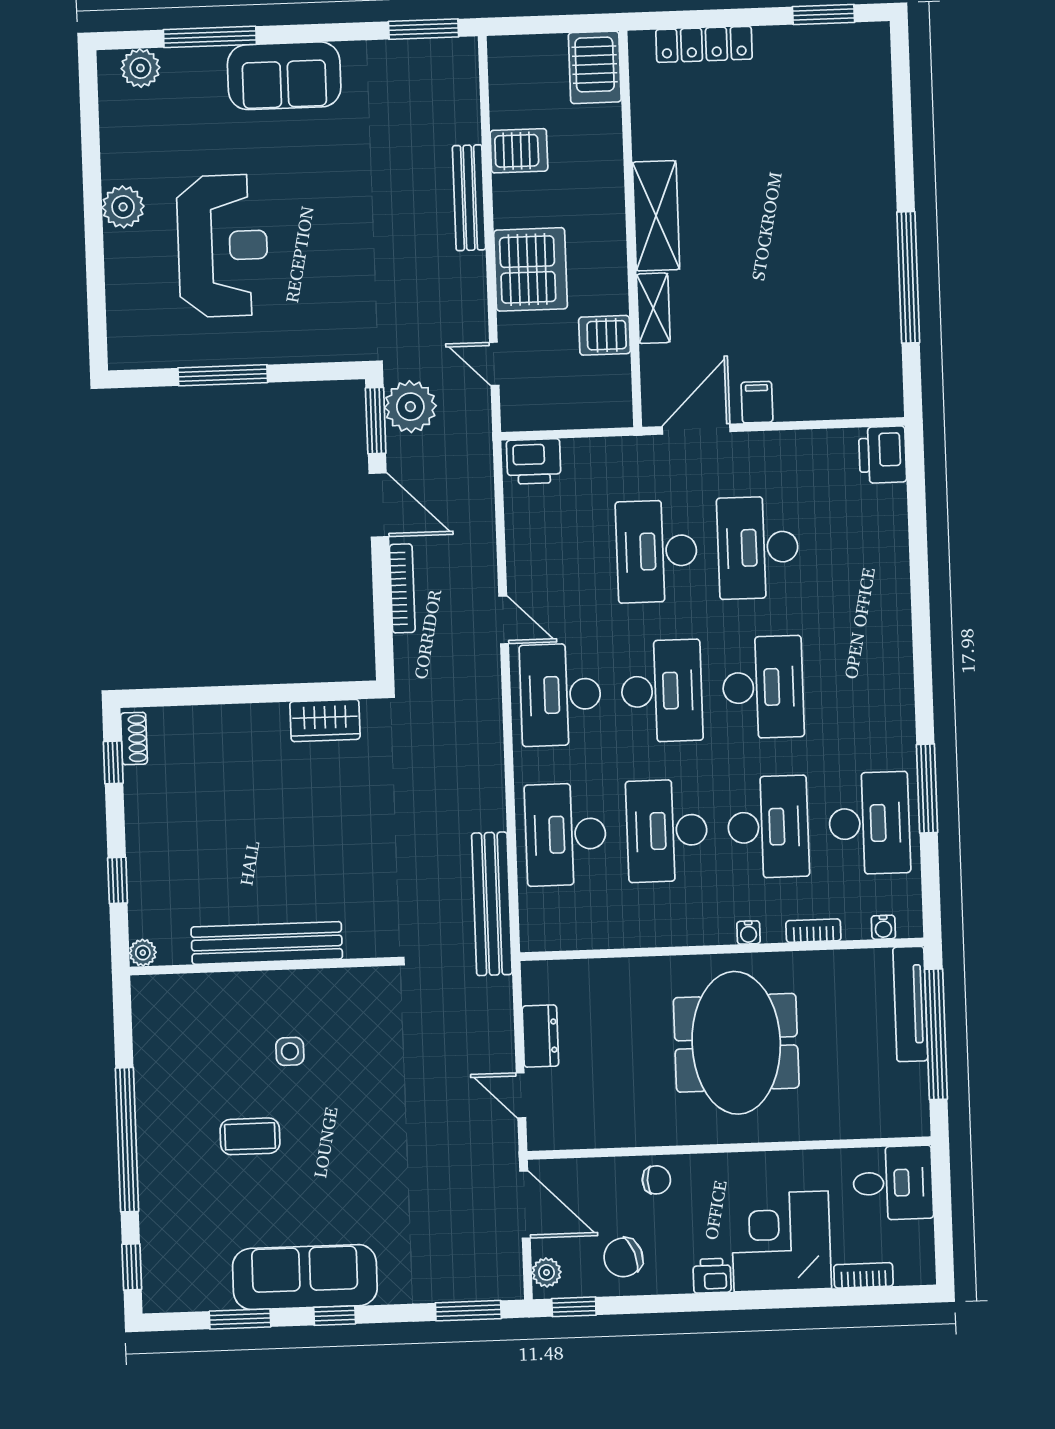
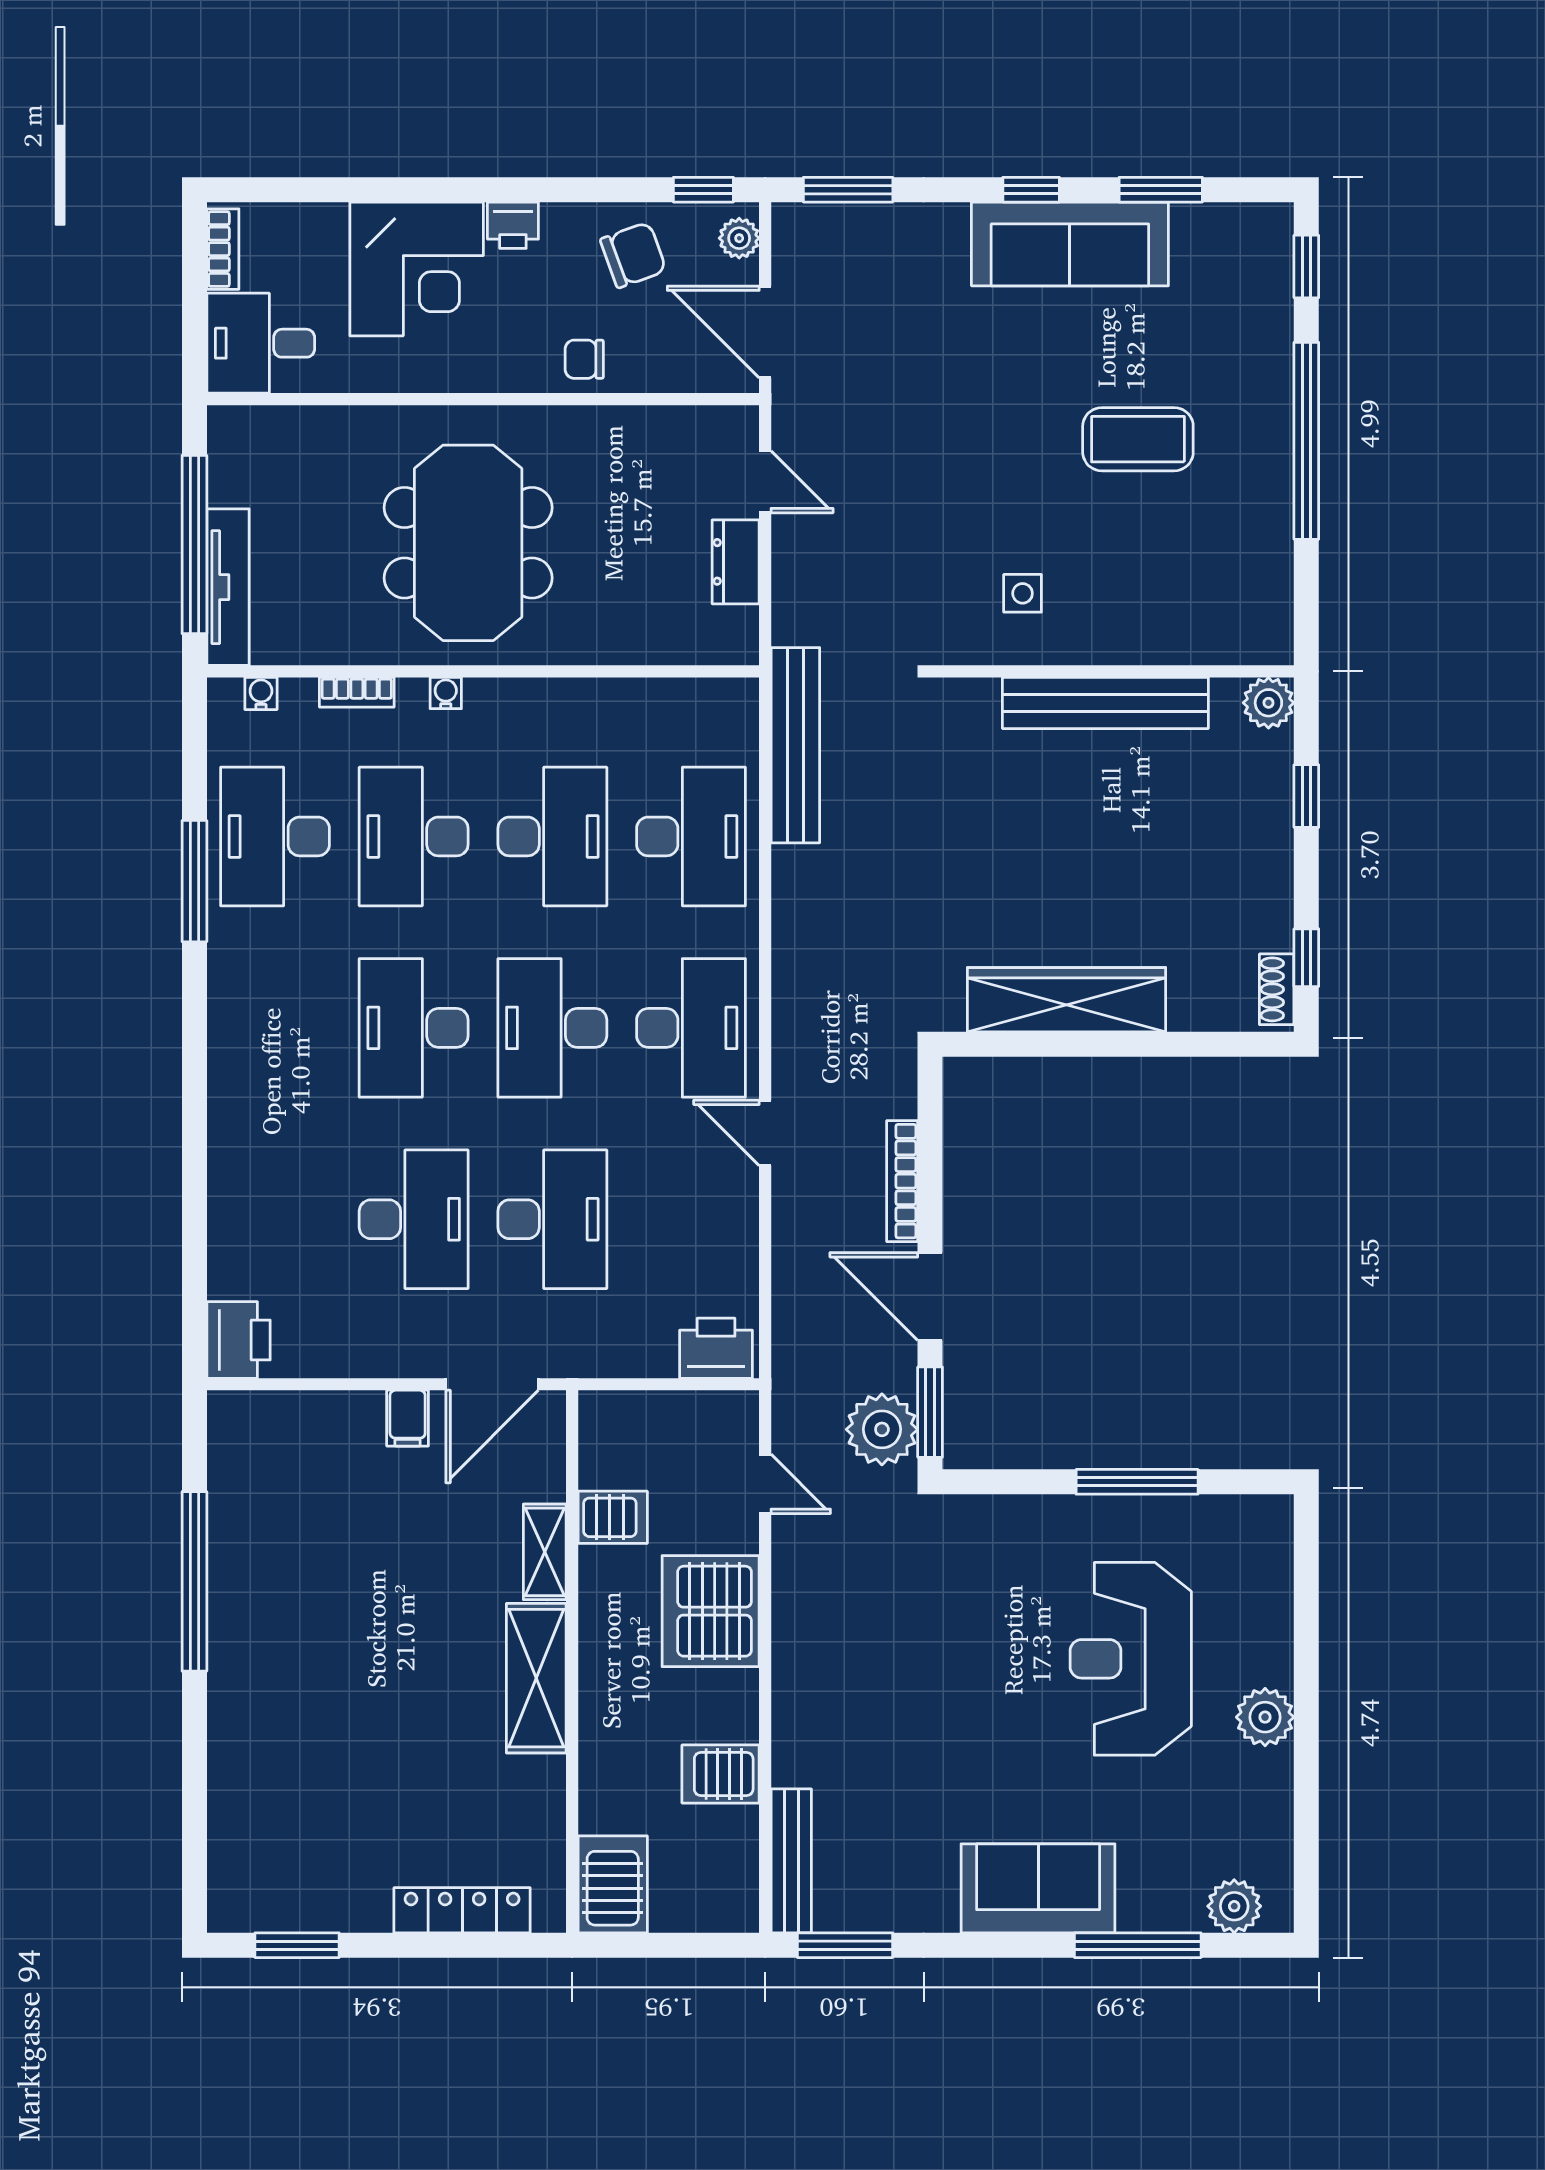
bench: (469, 198) -> (791, 1861), moved
wardrobe: (325, 720) -> (1067, 1000), width x2.10, depth x1.17
plant: (143, 953) -> (1268, 703), width x1.38, depth x1.38
side table: (290, 1051) -> (1023, 593), moved
coffee table: (250, 1136) -> (1138, 439), width x1.36, depth x1.30
bookcase: (863, 1275) -> (223, 249), moved, turned -90

